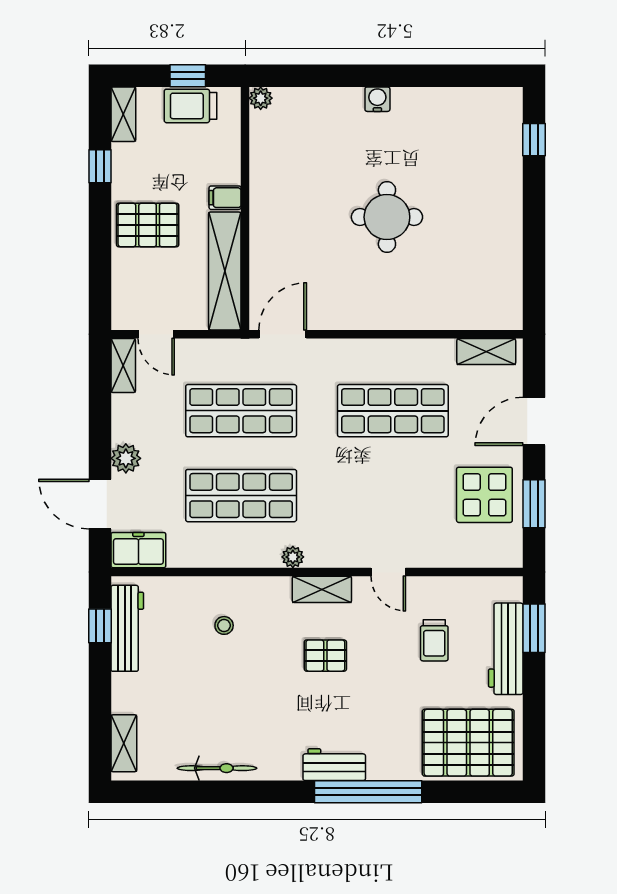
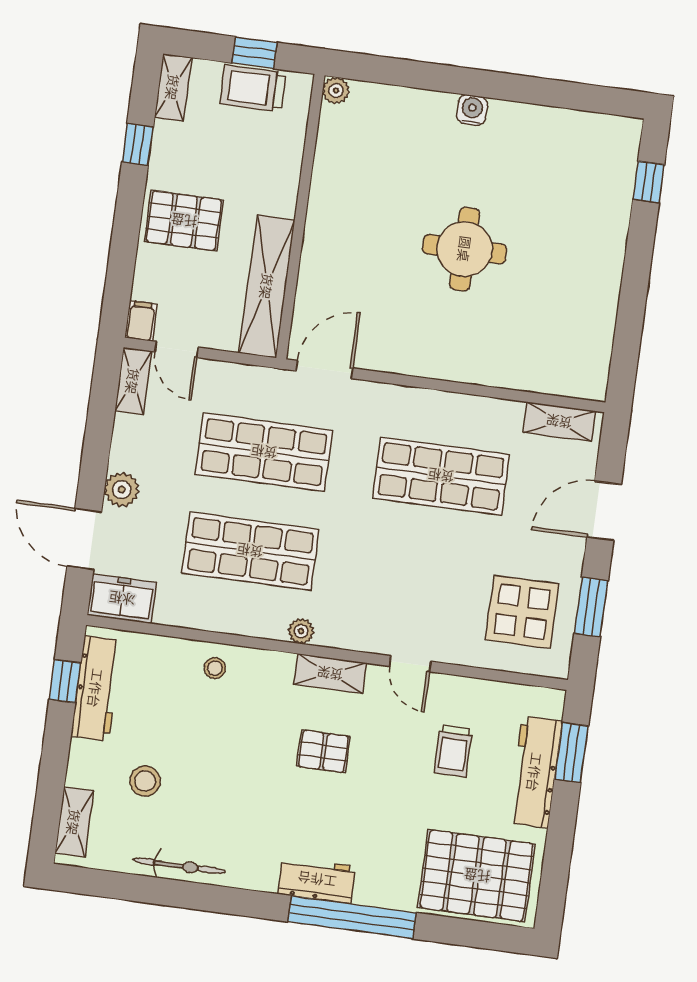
filing cabinet: (225, 198) -> (141, 321), moved, turned 90
display table: (484, 495) -> (522, 612), moved
stool: (224, 625) -> (215, 668), moved
stool: (179, 701) -> (145, 781), added

